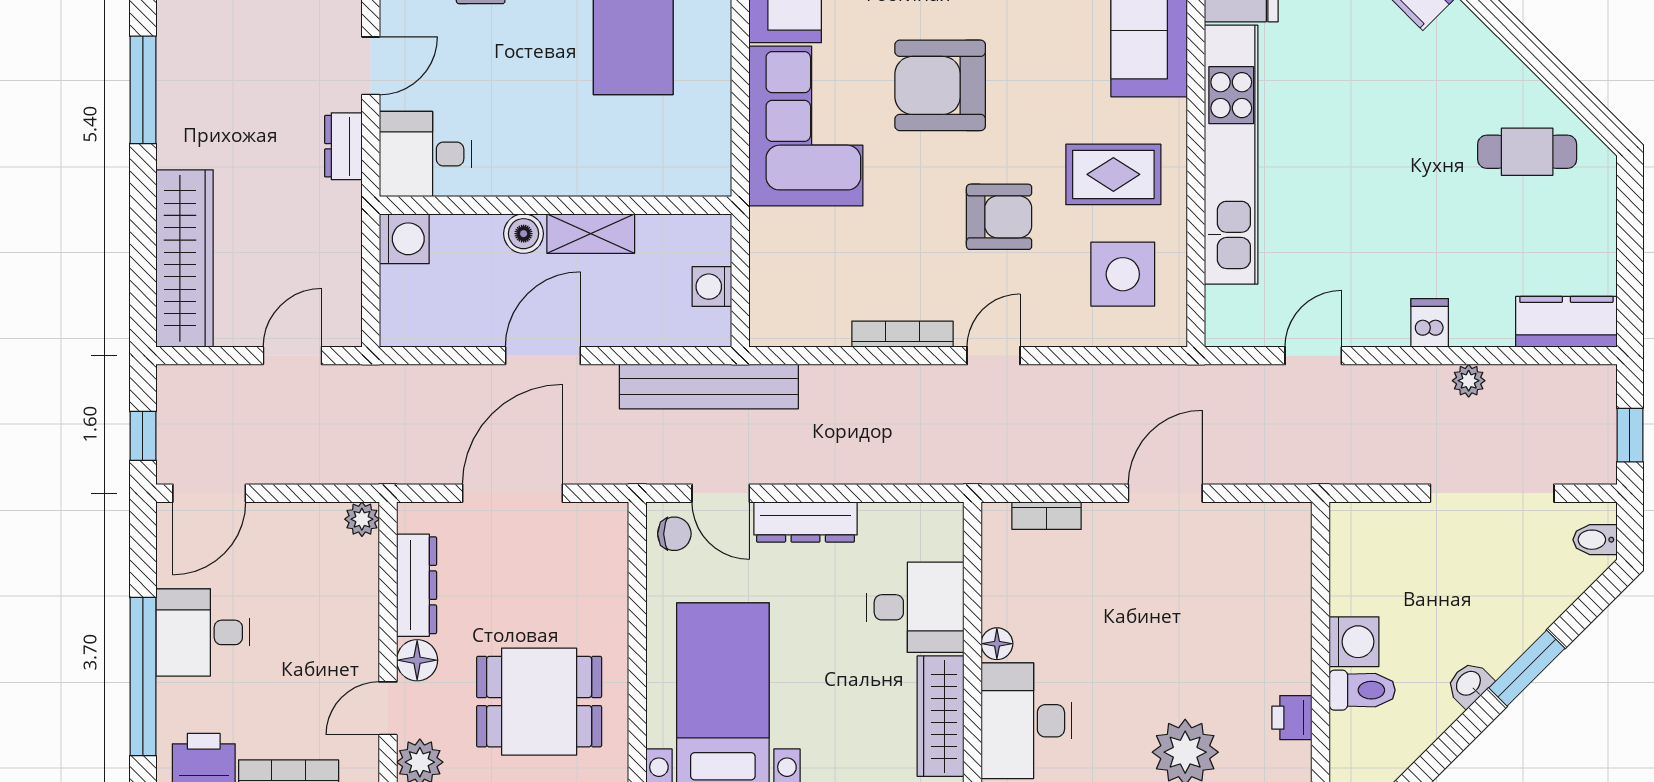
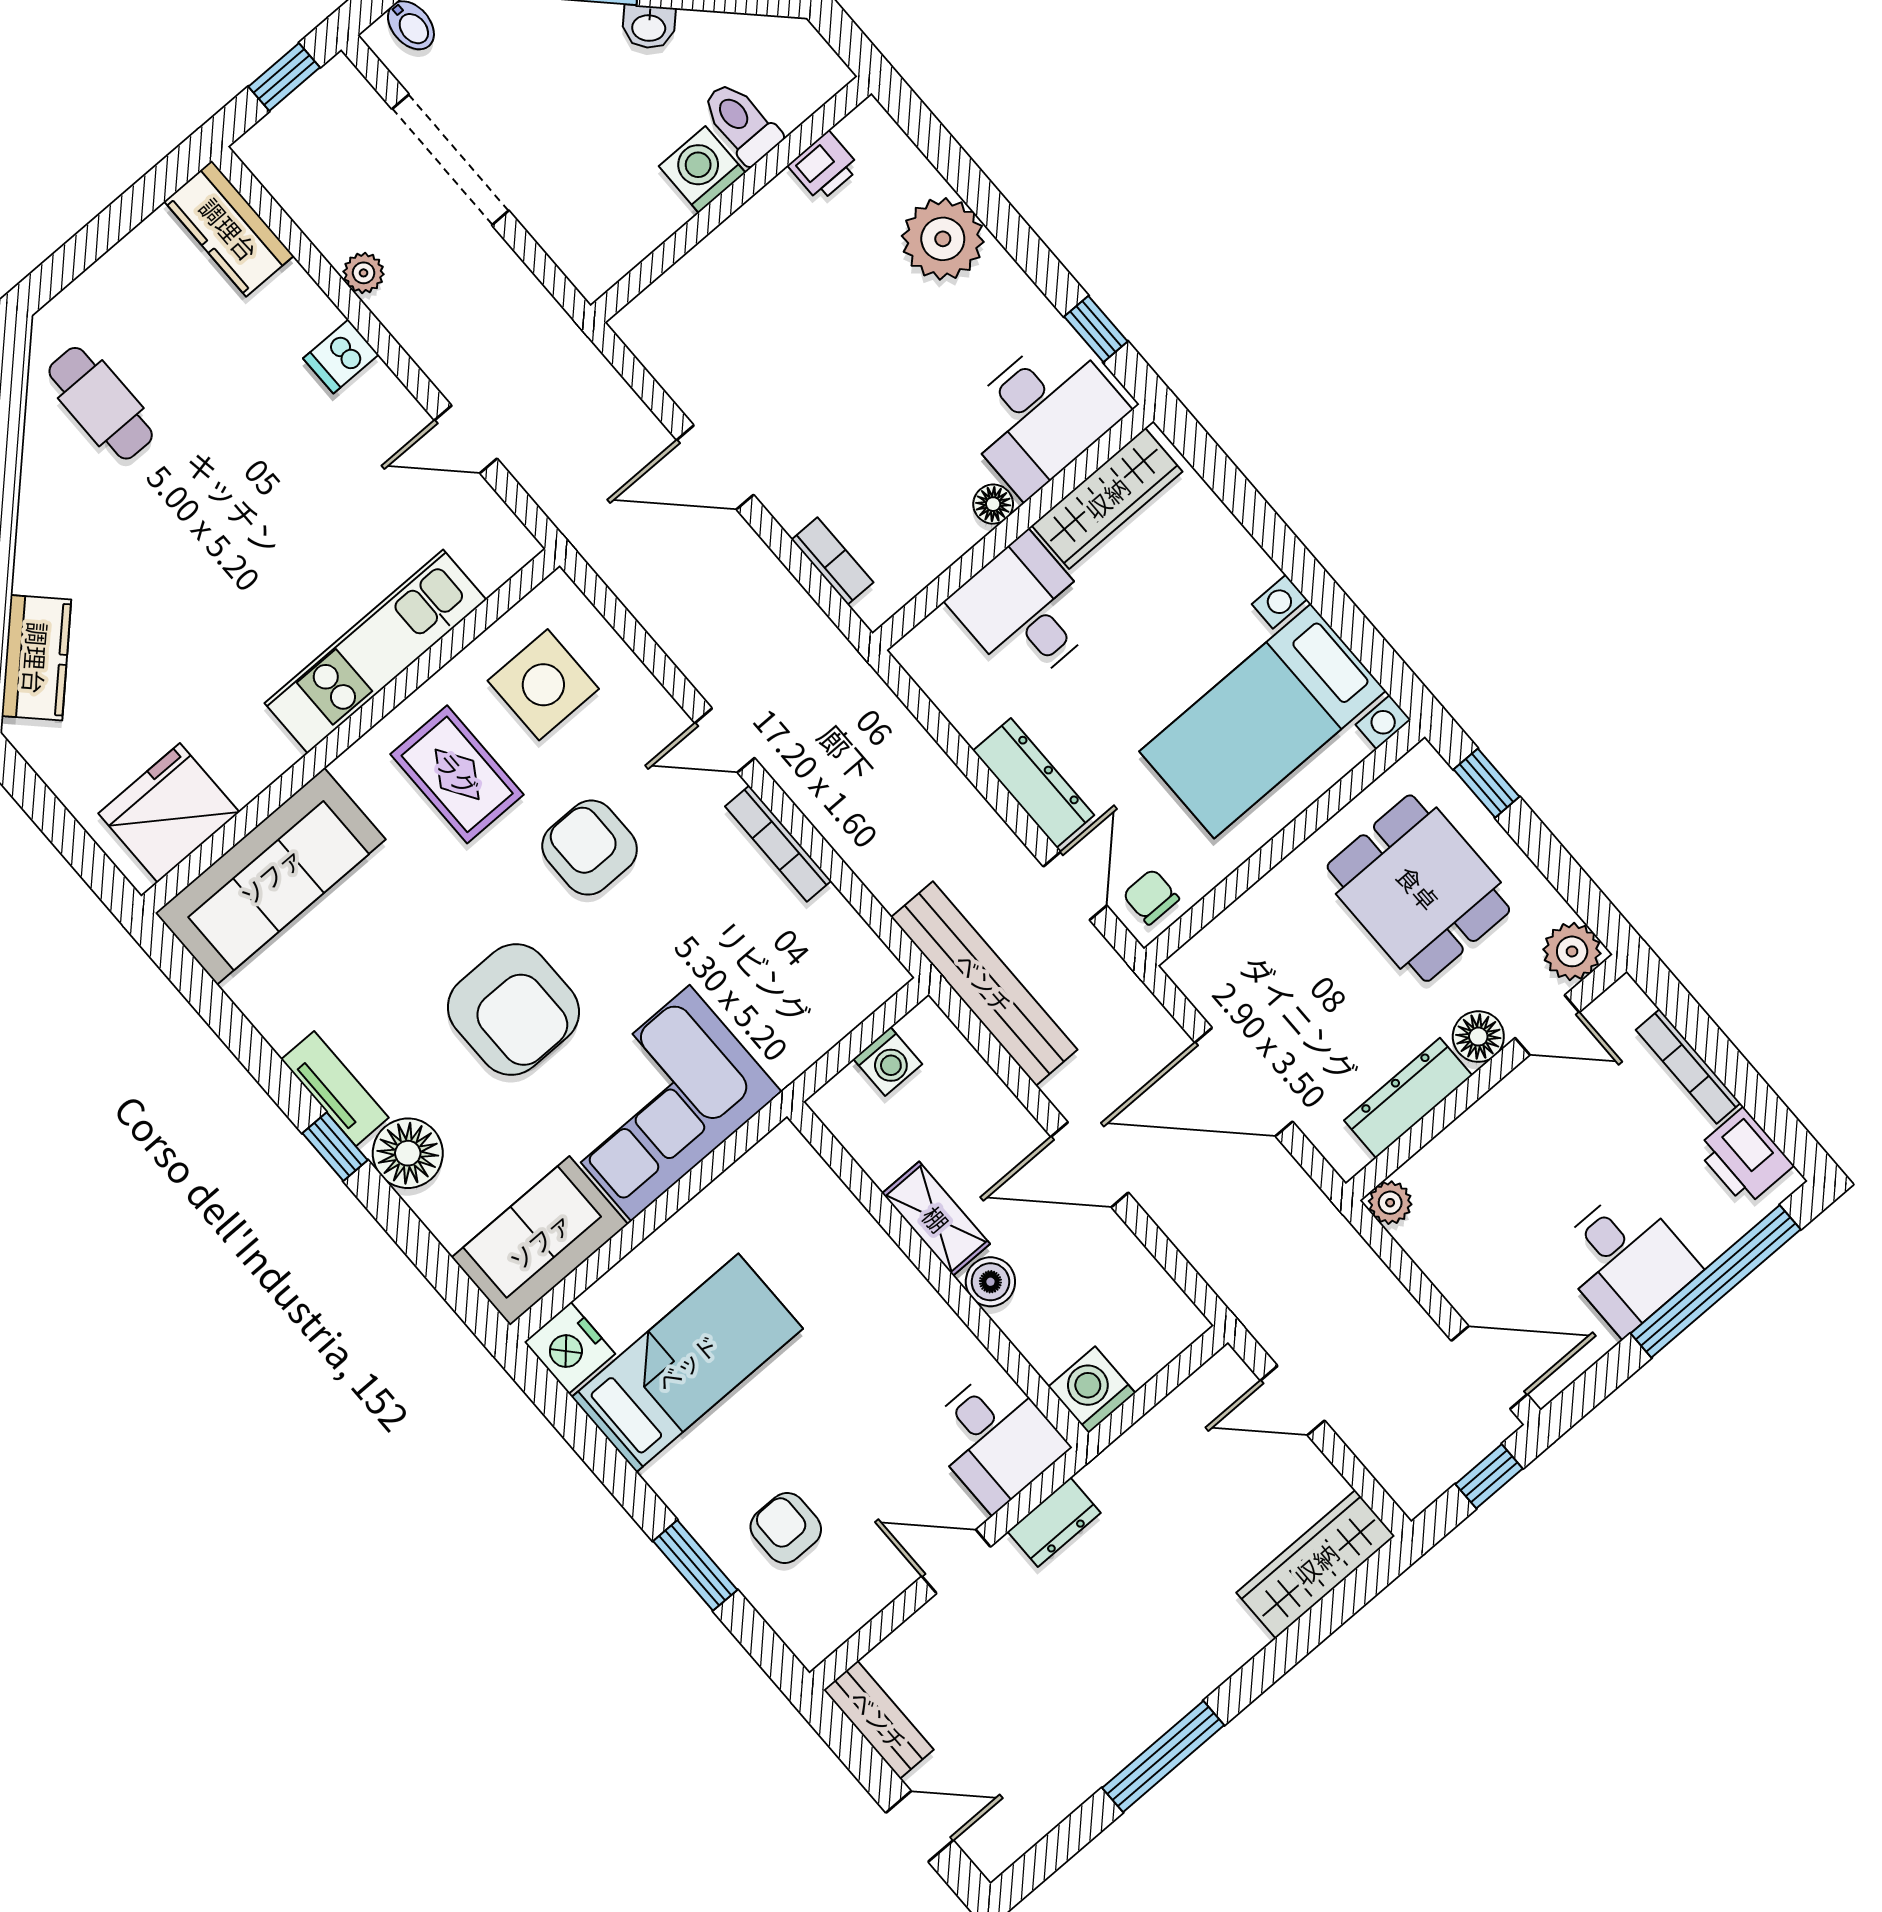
kitchen unit: (1231, 155) -> (376, 651), width x0.73
wardrobe: (185, 258) -> (1316, 1564), width x0.71, depth x0.85

